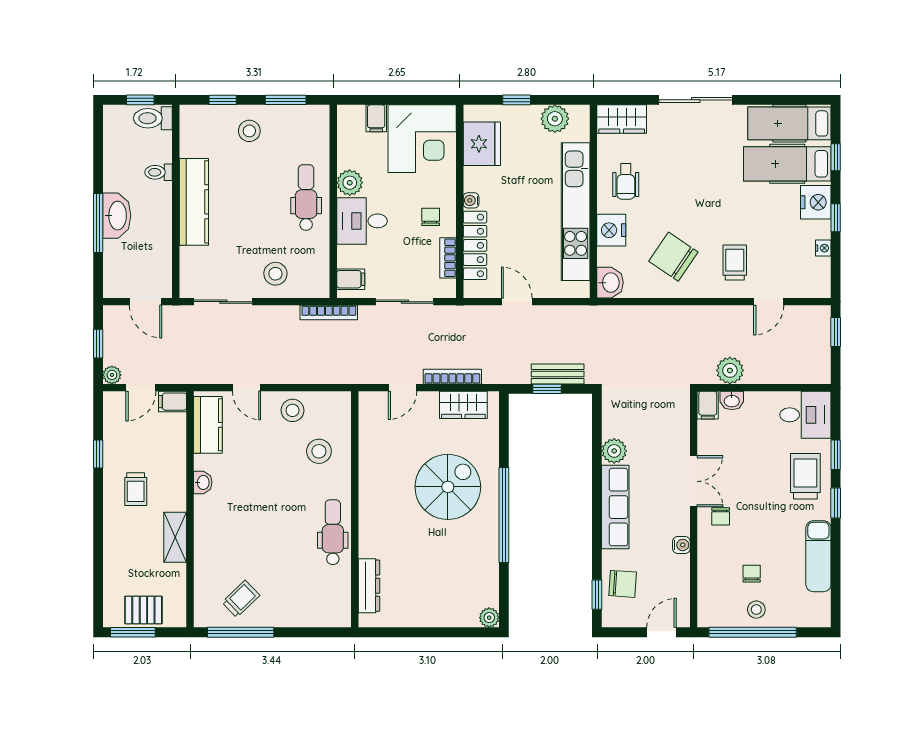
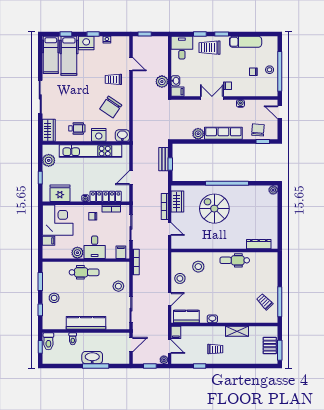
dental chair: (306, 197) -> (84, 272), turned 180

